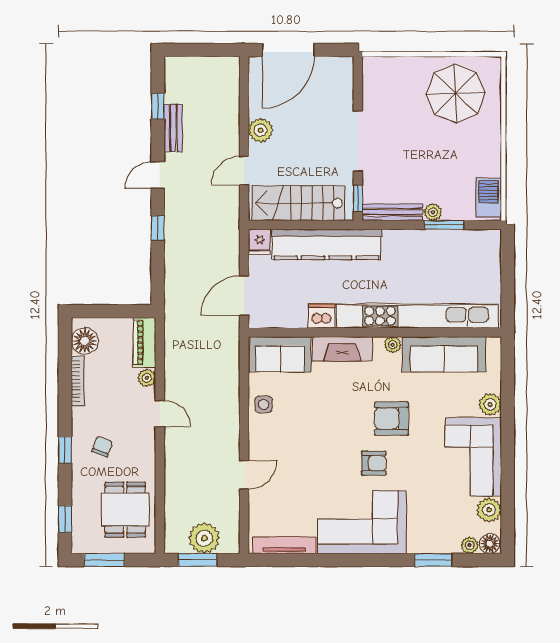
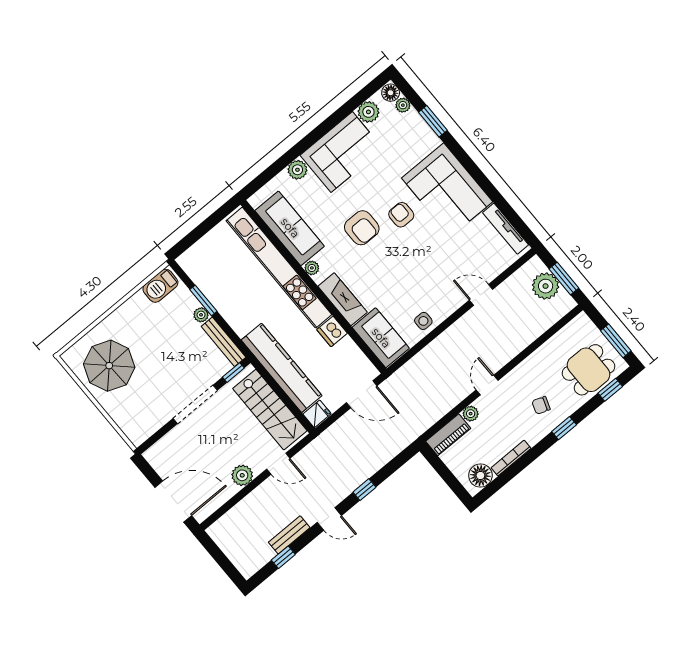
dining table: (125, 510) -> (588, 370), moved

